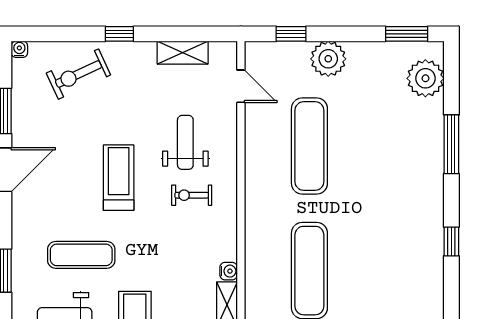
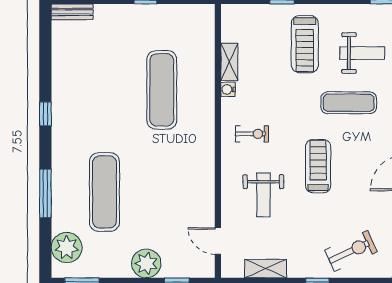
exercise mat: (309, 146) -> (105, 192), moved
treadmill: (119, 178) -> (318, 166), turned 180
exercise bike: (192, 195) -> (252, 134), moved

